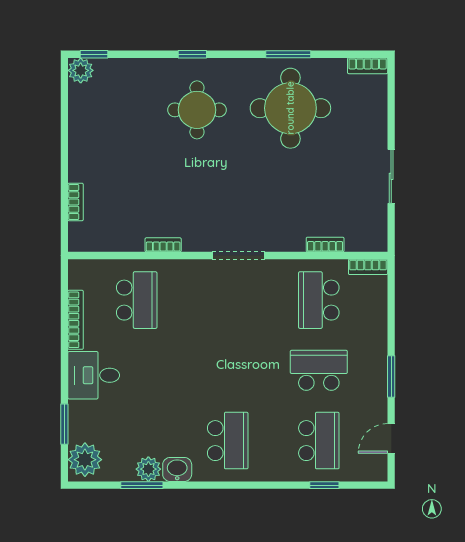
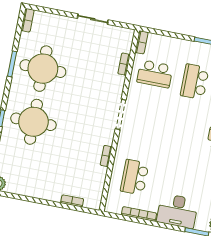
round table: (197, 110) -> (33, 122), width x1.36, depth x1.36
school desk: (137, 300) -> (135, 177), turned -90
desk: (94, 375) -> (177, 211), width x1.37

